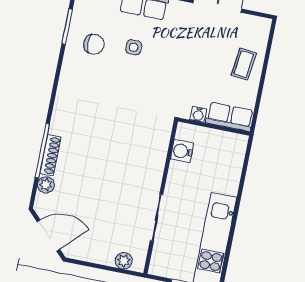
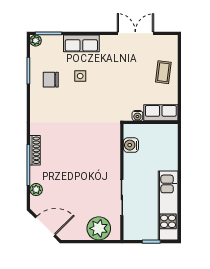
chair: (94, 44) -> (51, 80), turned 180
shoe rack: (50, 155) -> (35, 150), moved
plant: (124, 261) -> (99, 228), width x1.87, depth x1.87

